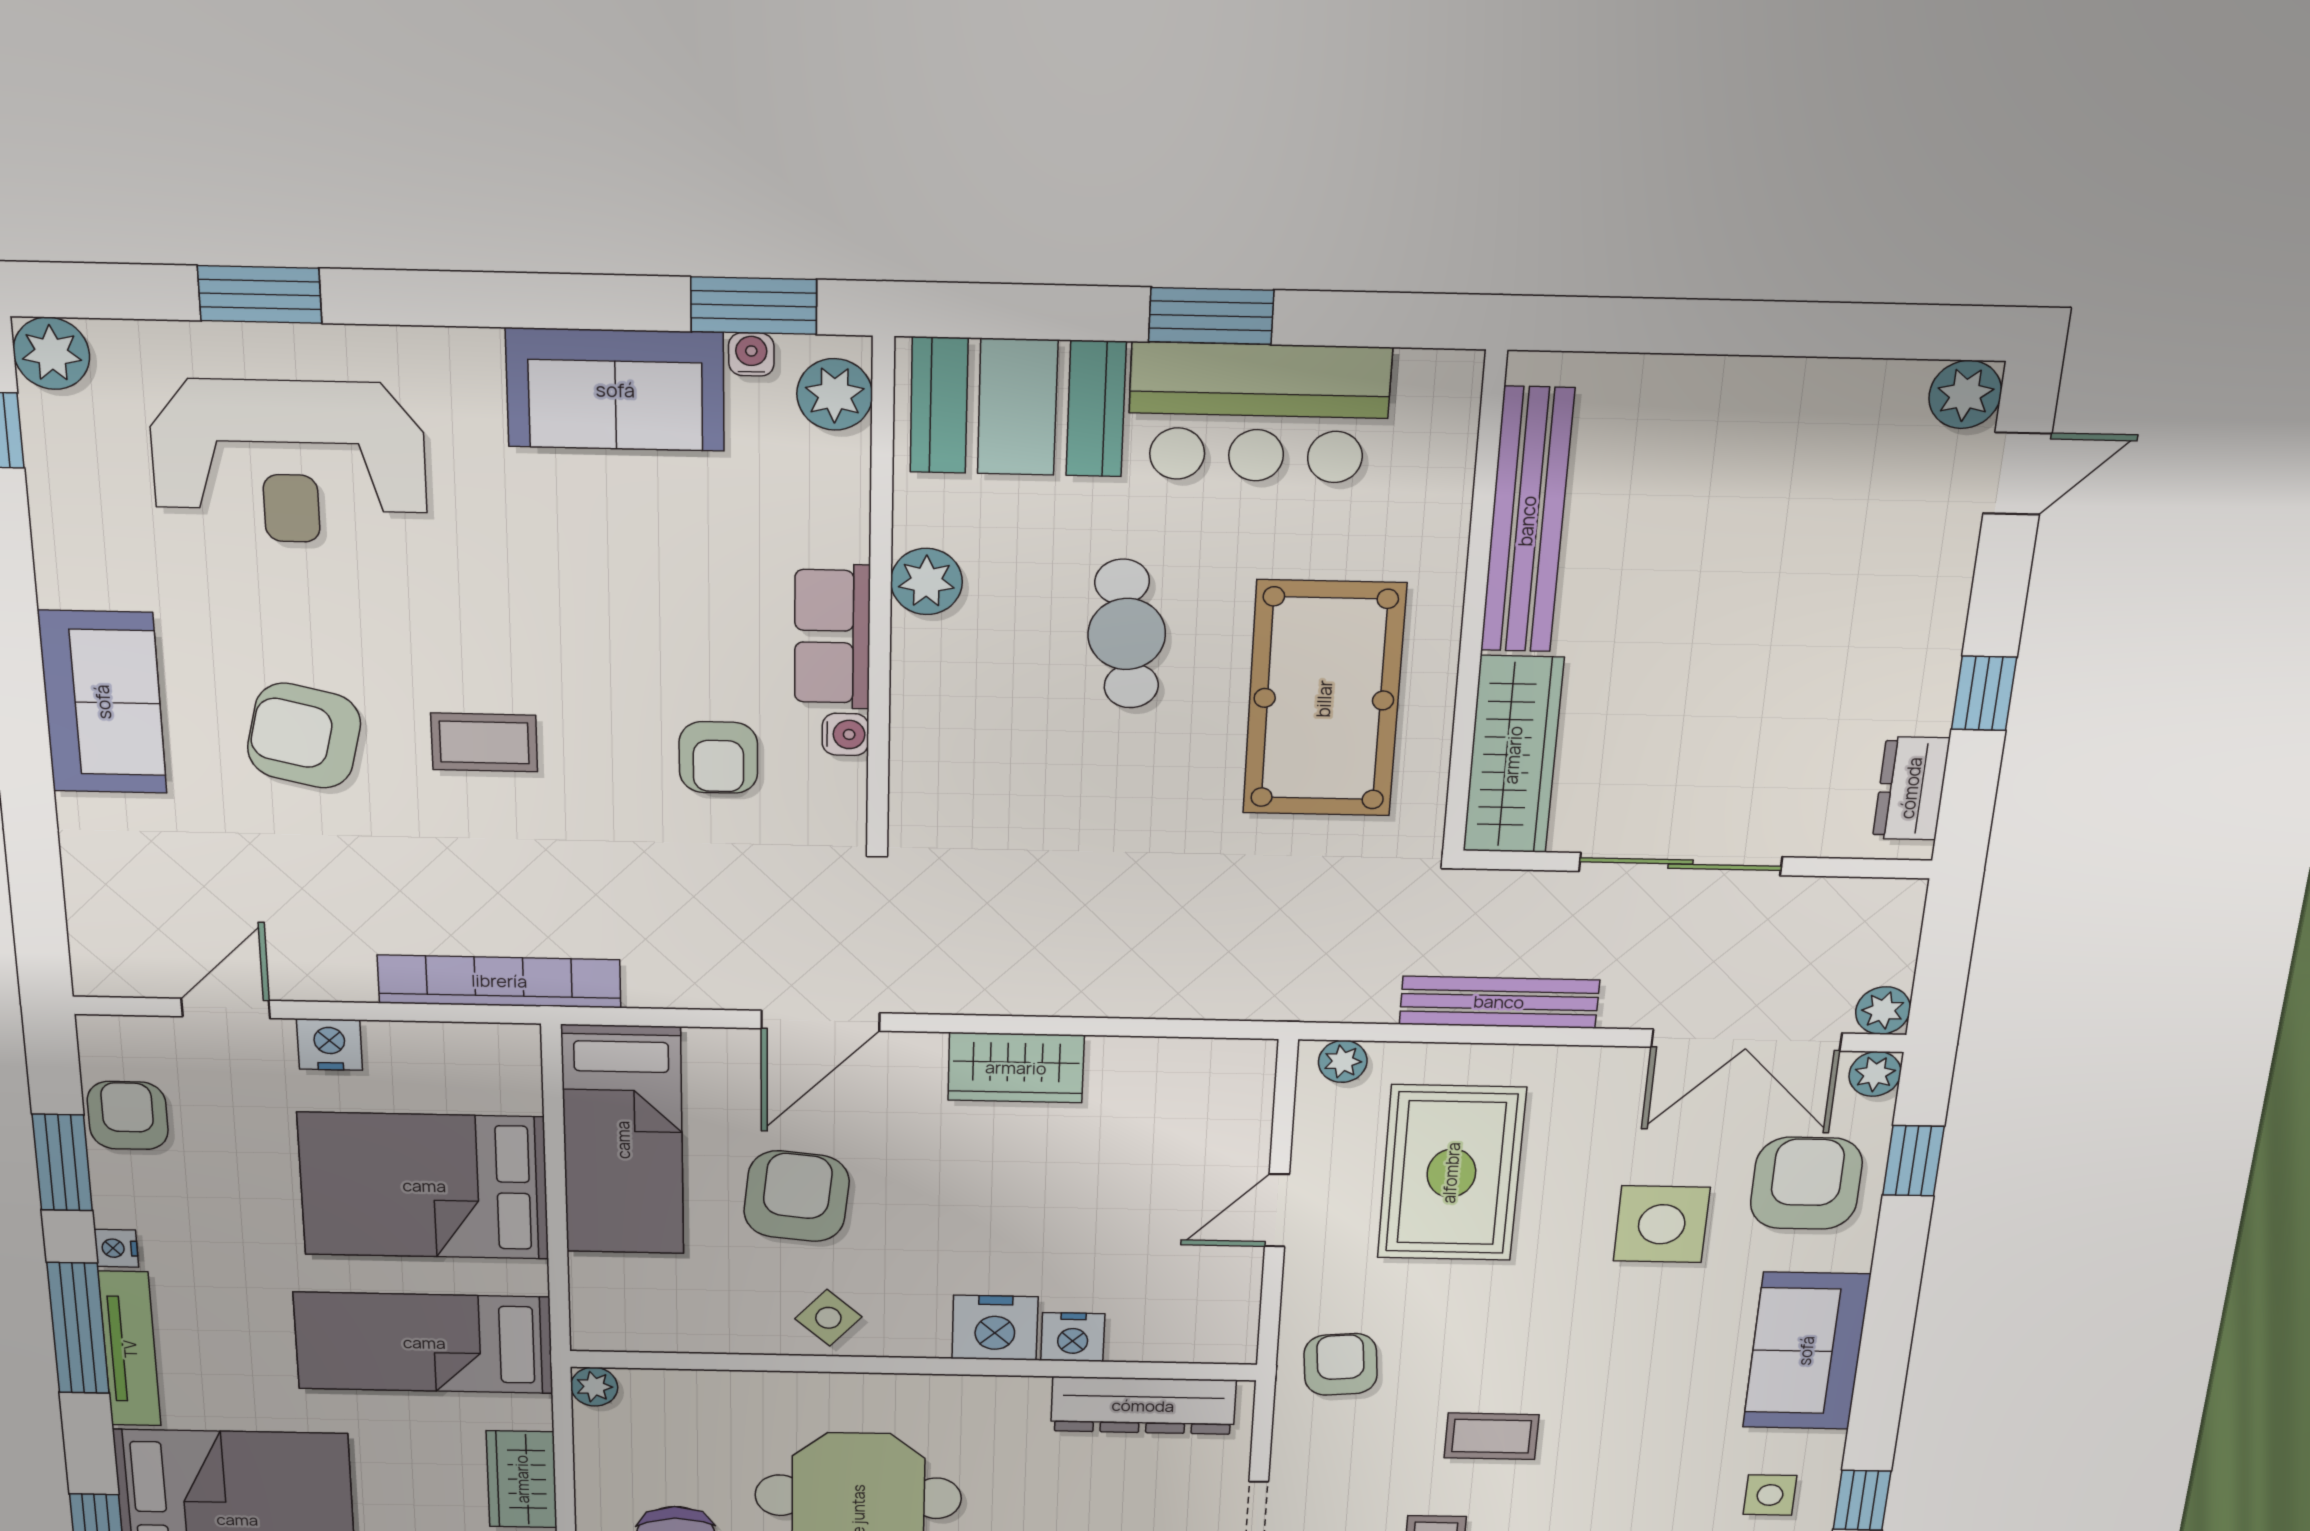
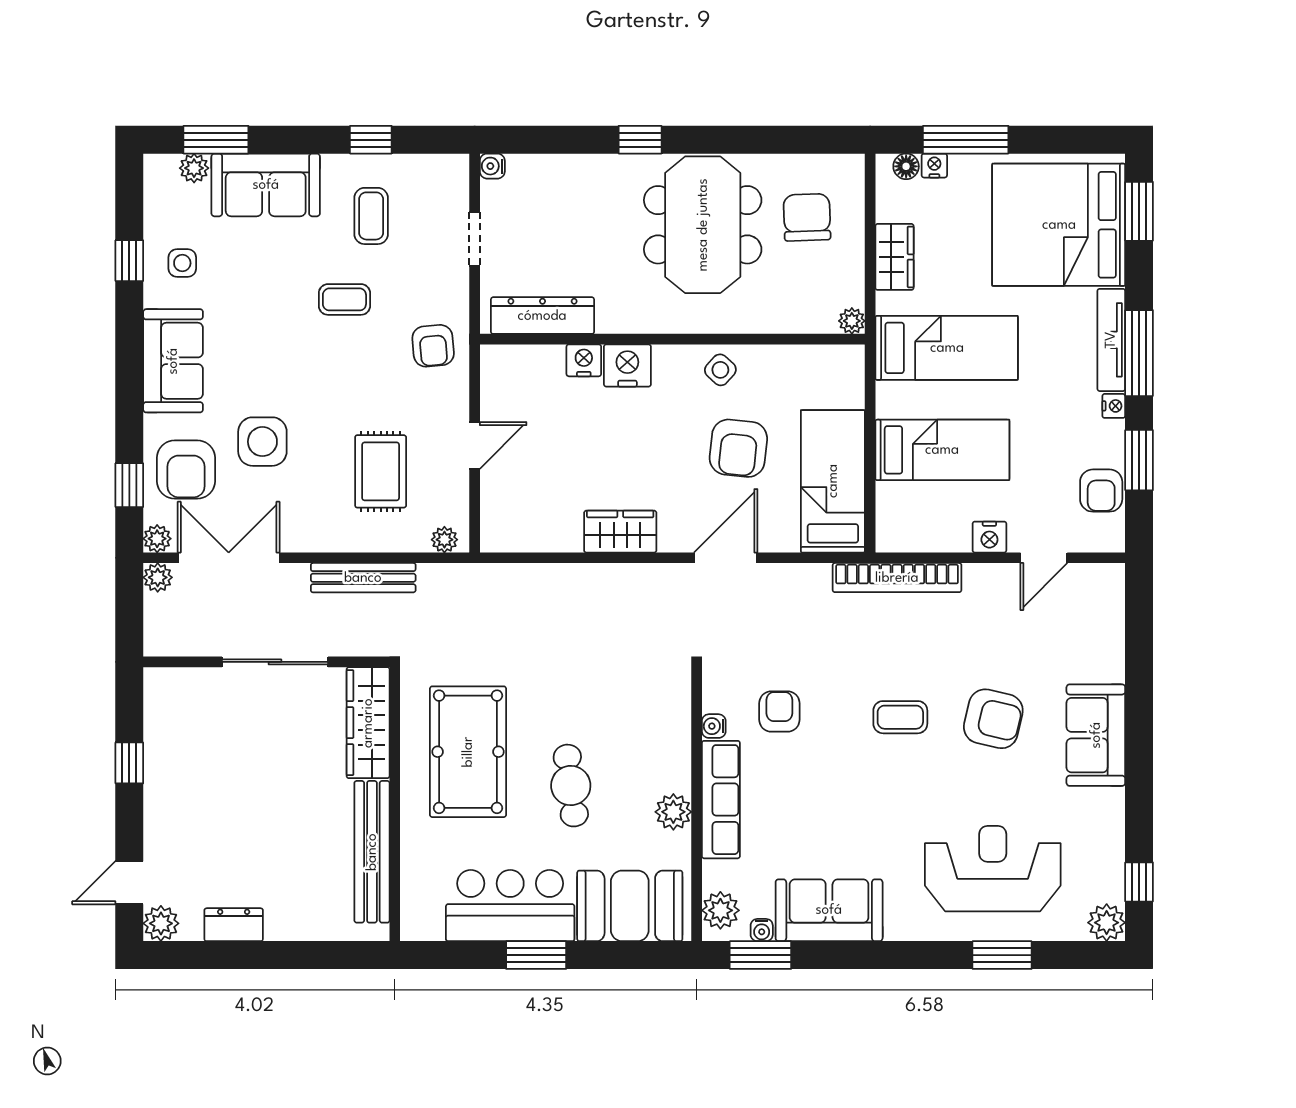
row of seats: (832, 637) -> (721, 800), width x1.48
dresser: (1911, 788) -> (234, 925), moved, turned -90
rug: (1451, 1173) -> (381, 471), width x0.73, depth x0.70
bed: (424, 1186) -> (942, 450), width x0.67

